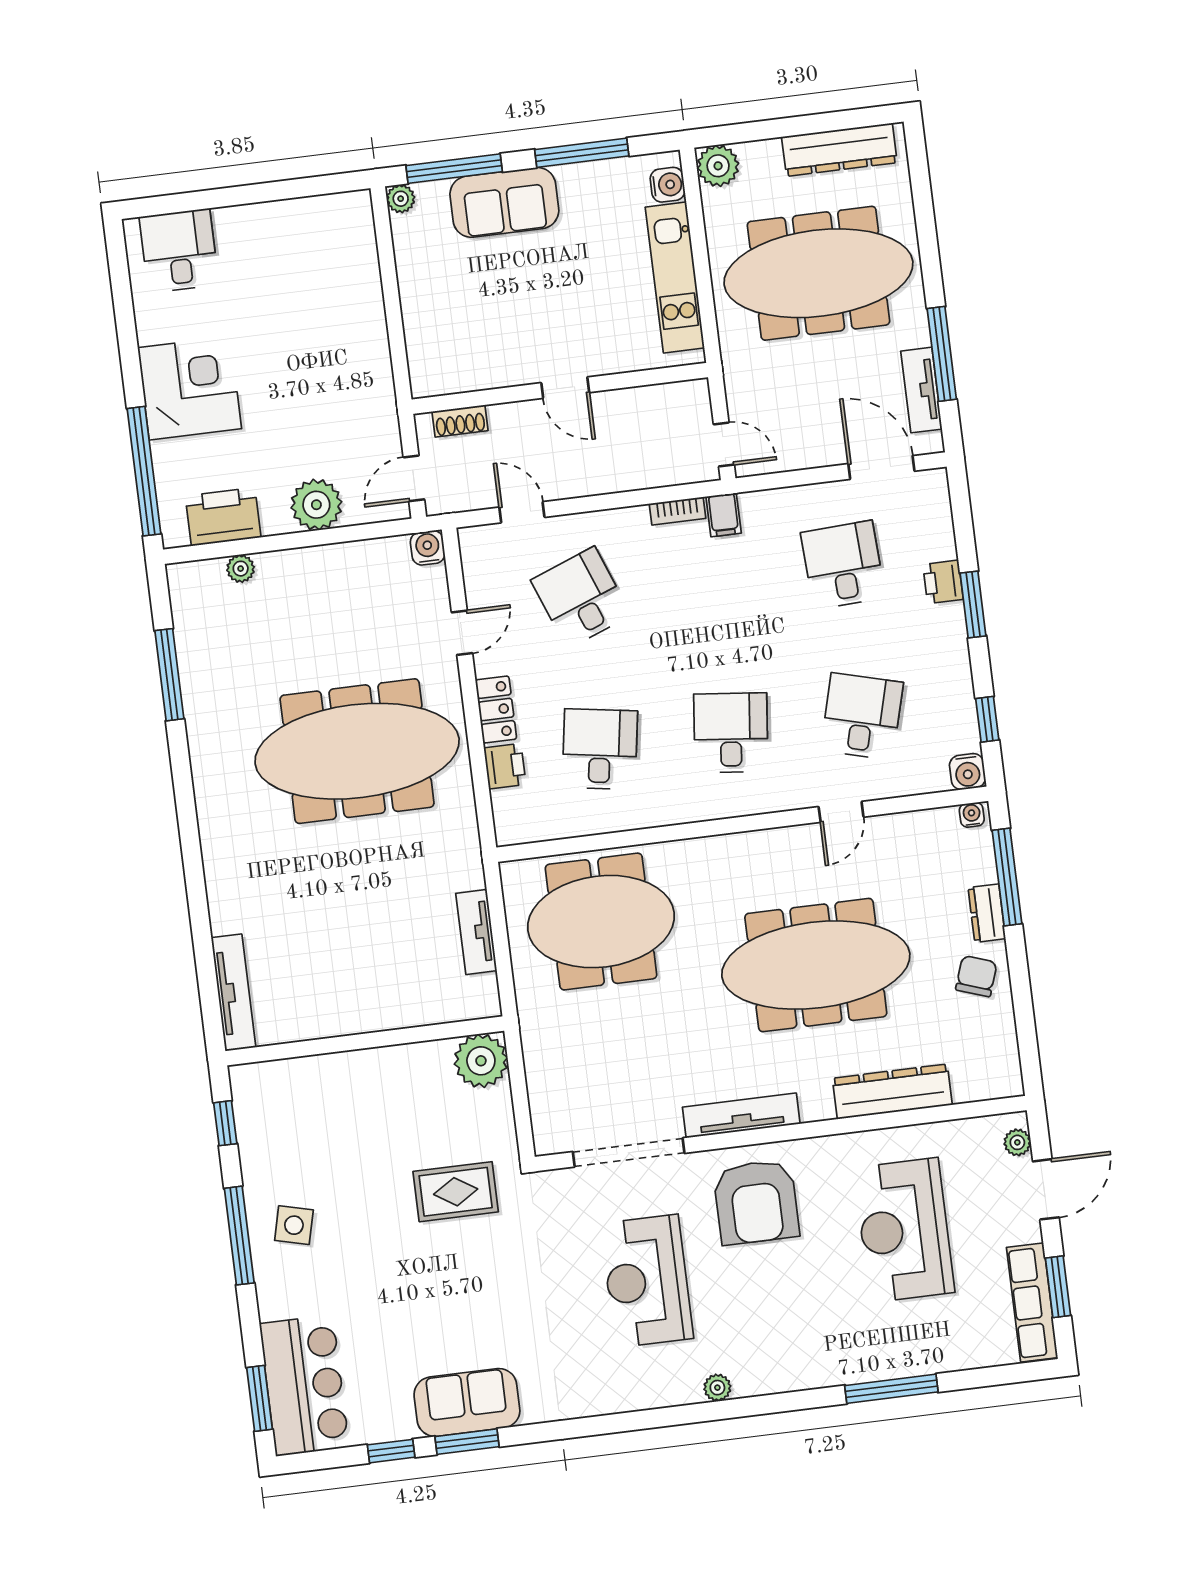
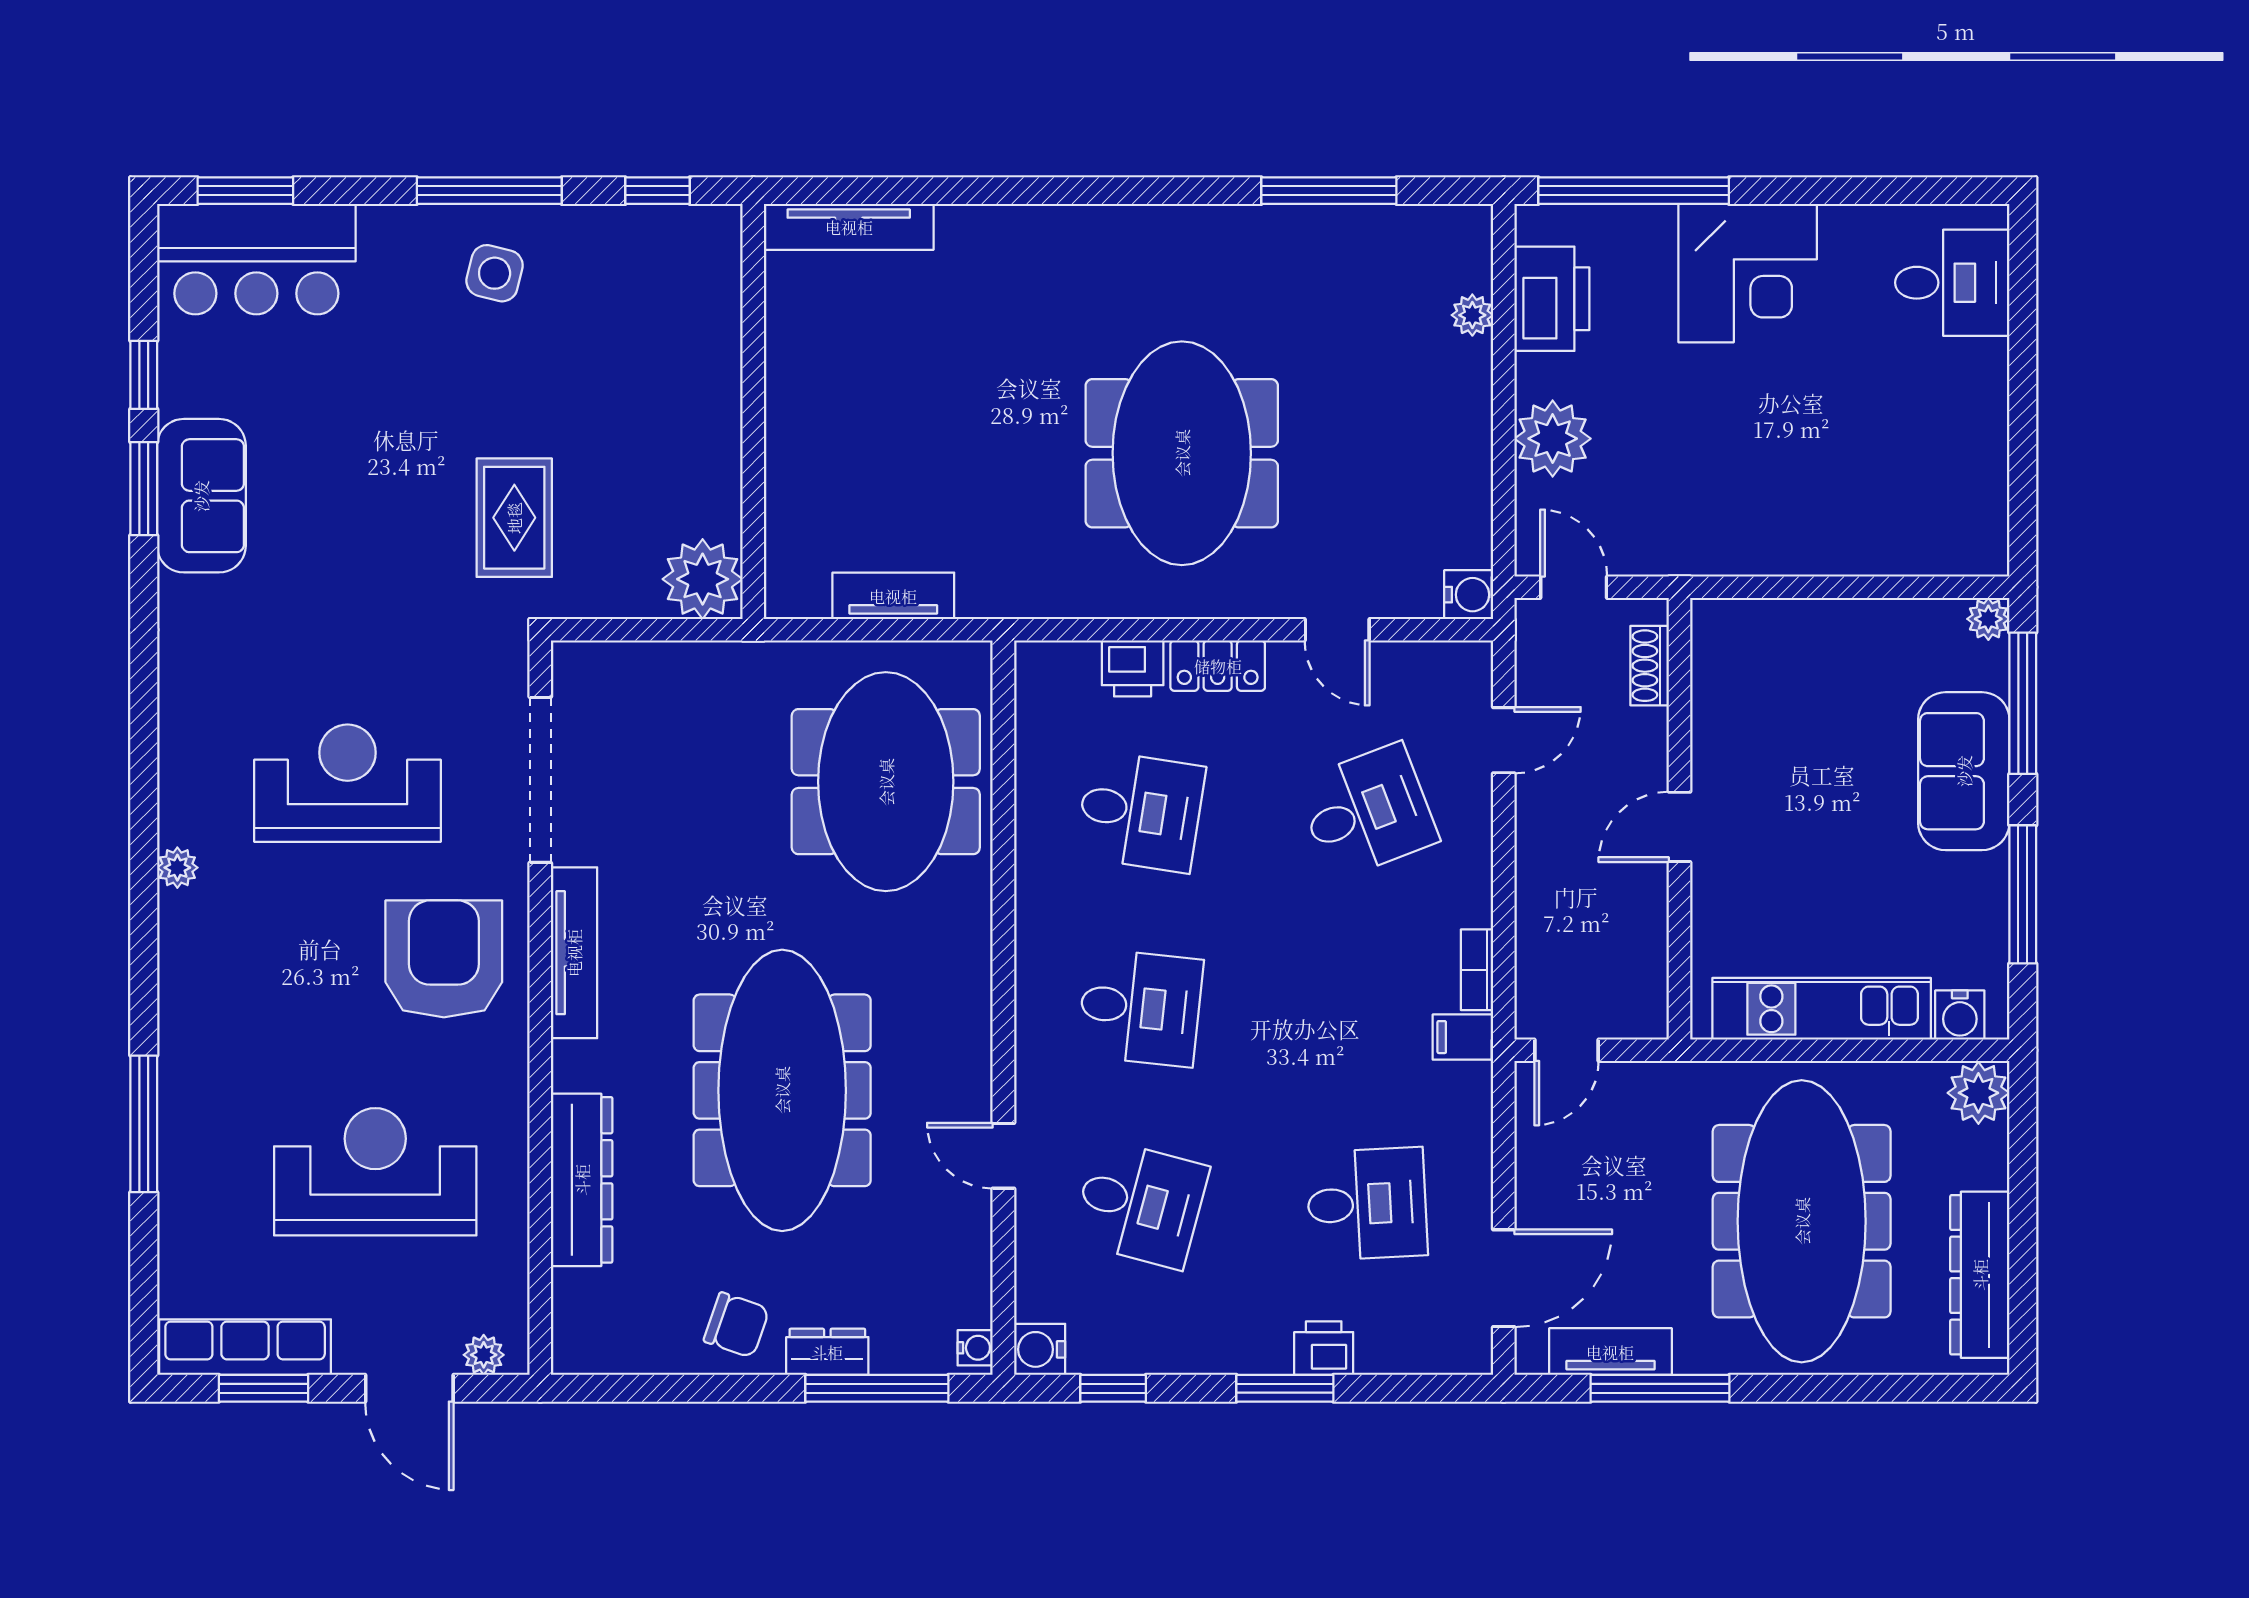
meeting table: (357, 751) -> (1182, 453), width x0.73
armchair: (756, 1202) -> (444, 959), turned 90

